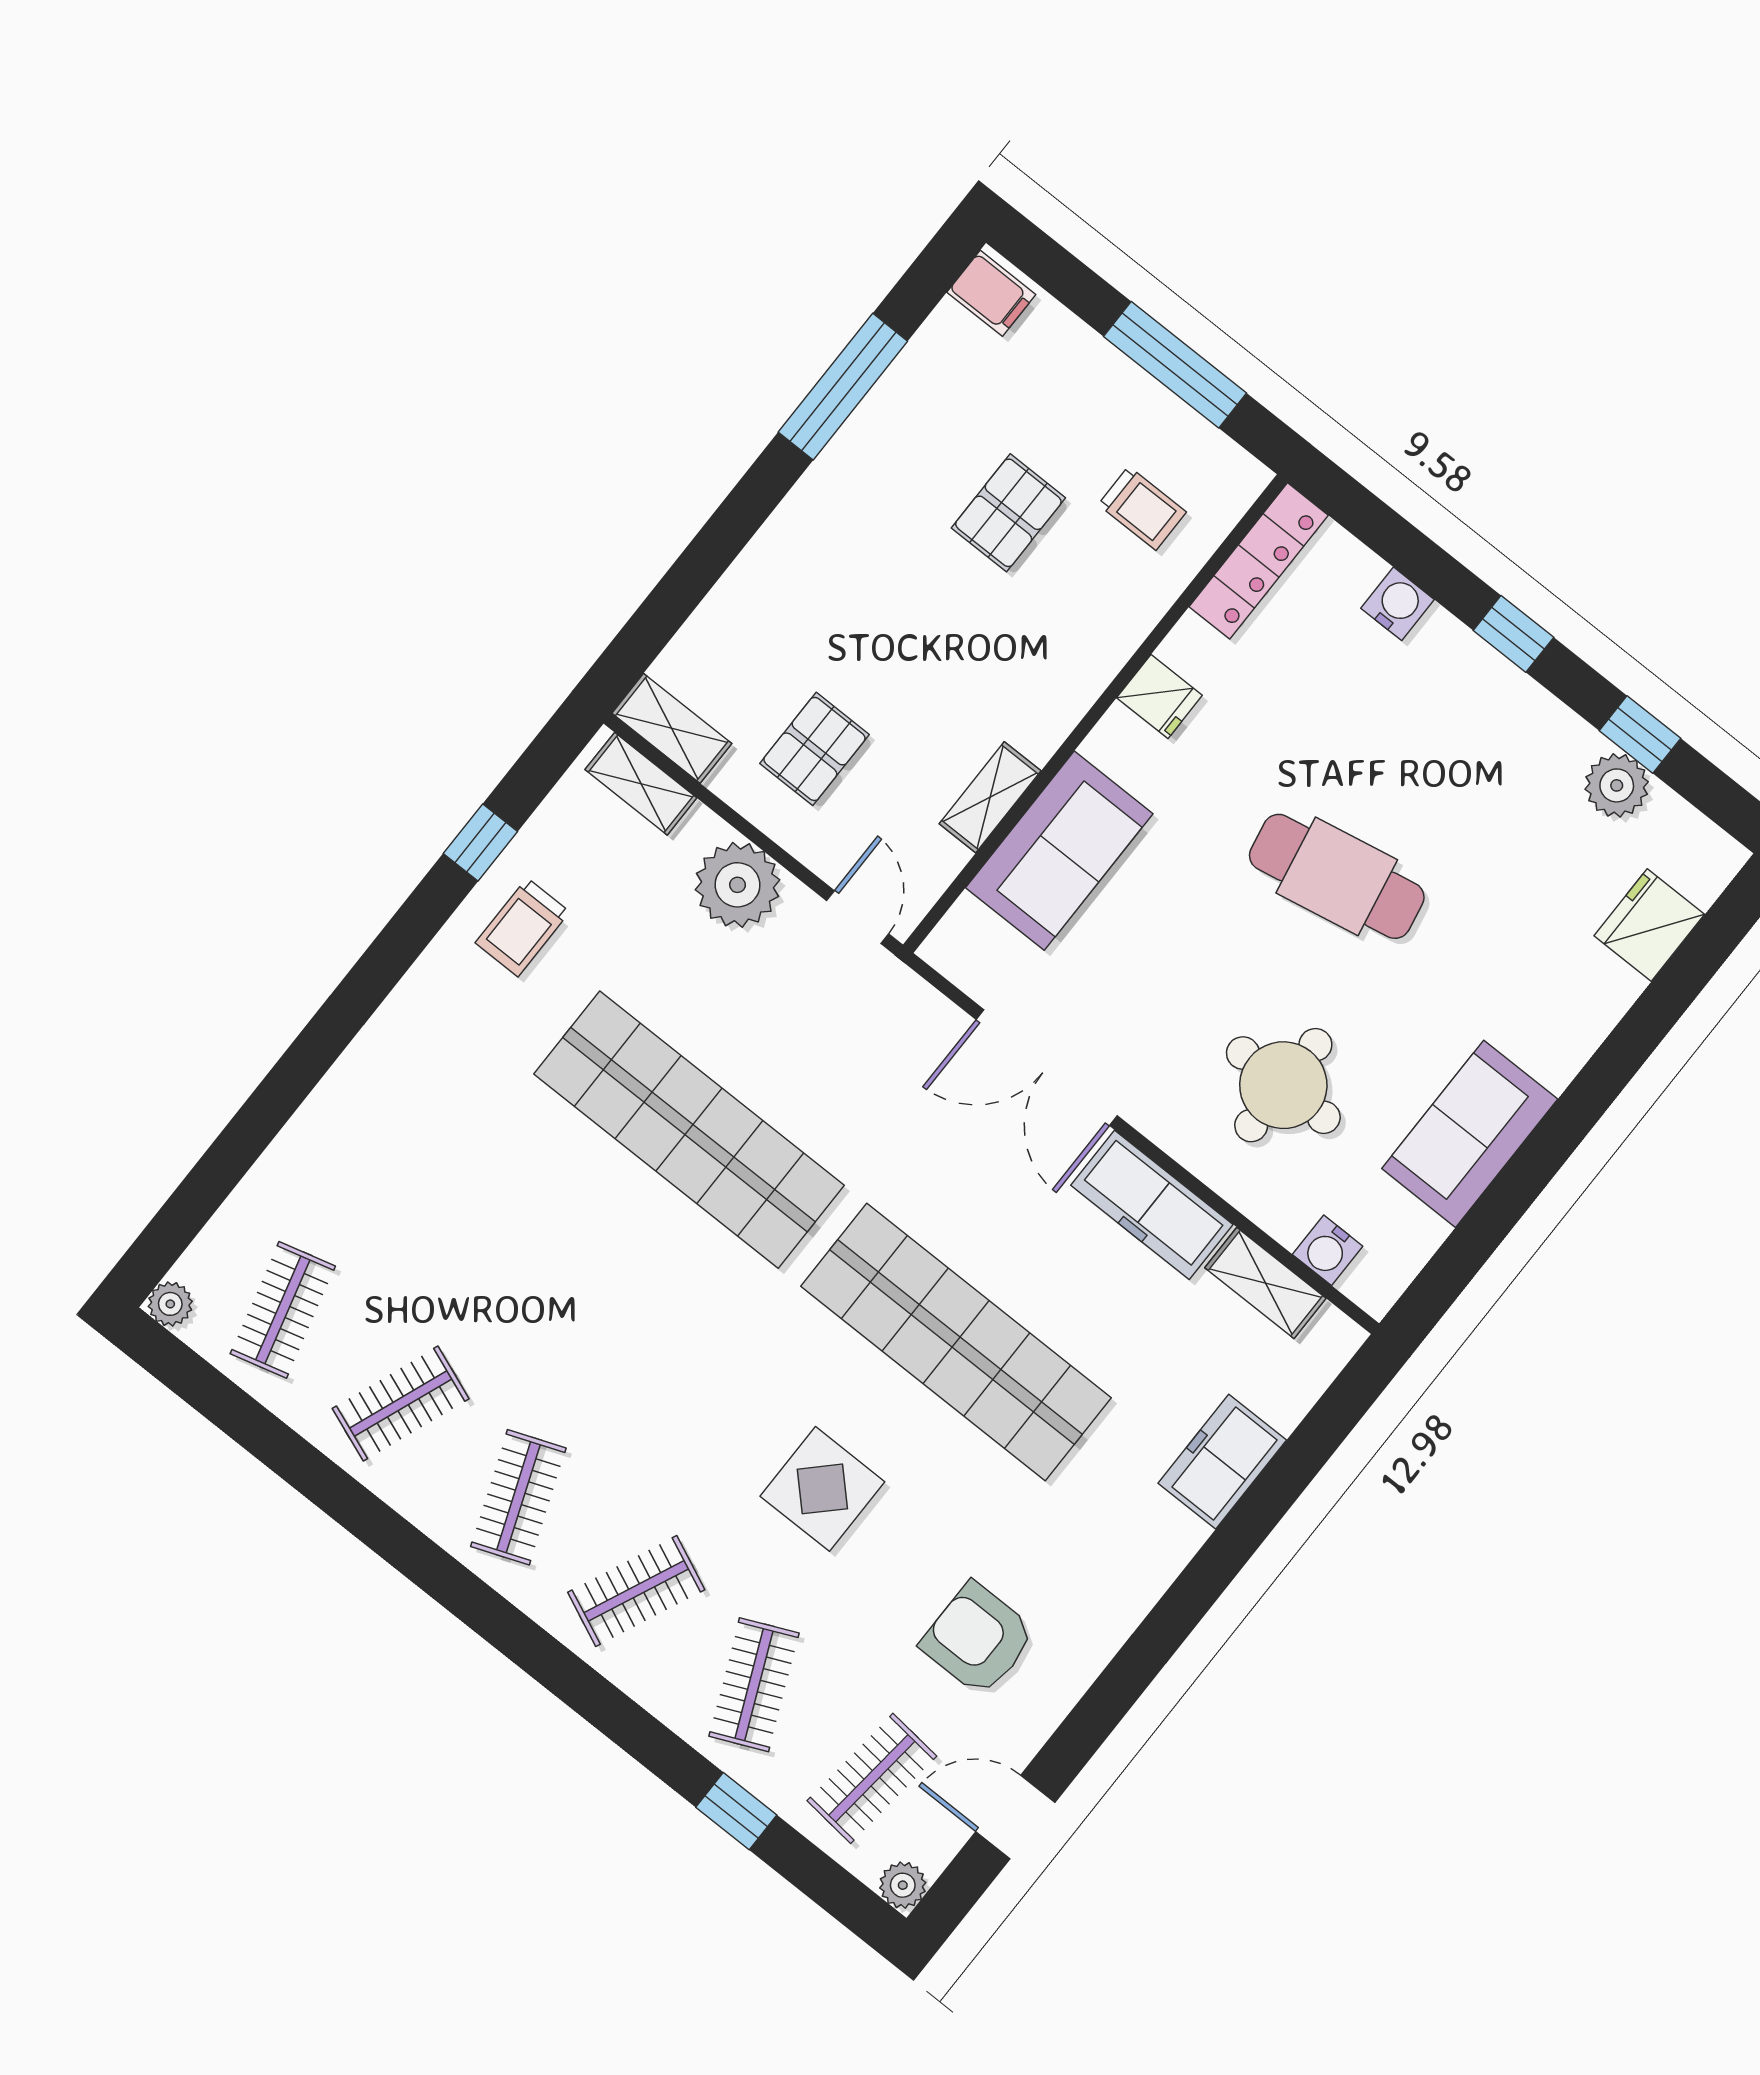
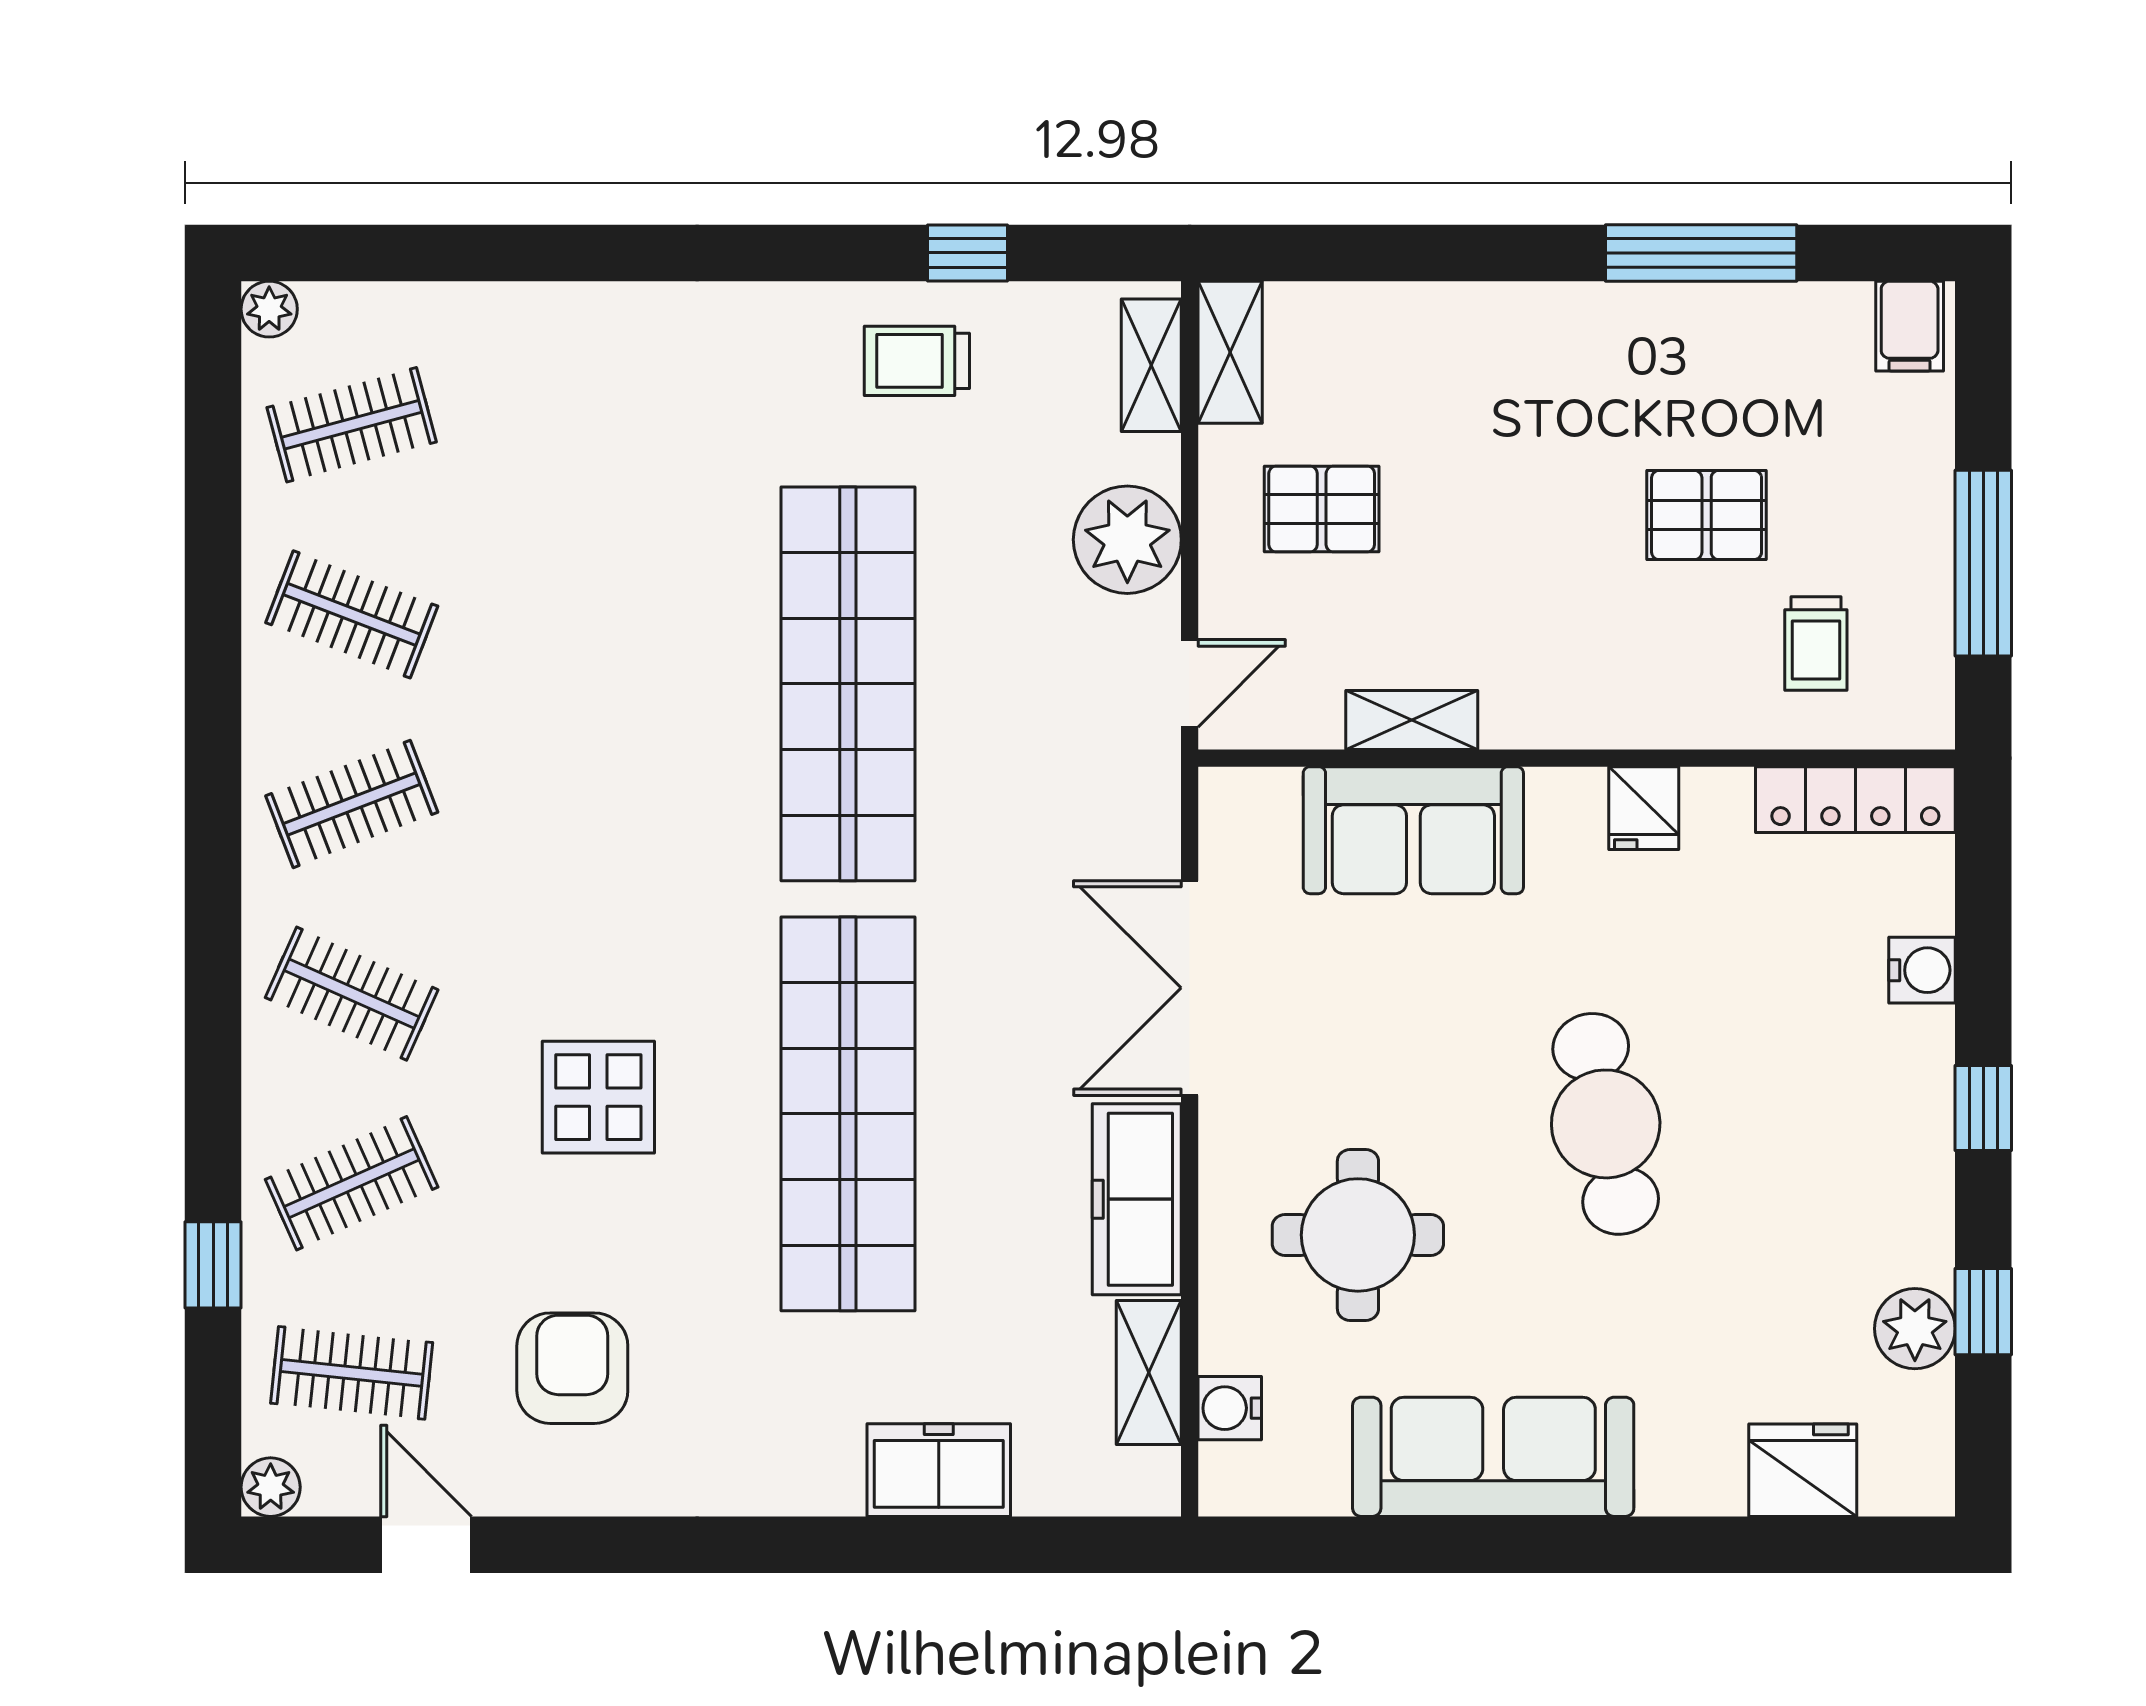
sofa: (1470, 1134) -> (1493, 1457), width x1.36

